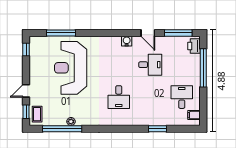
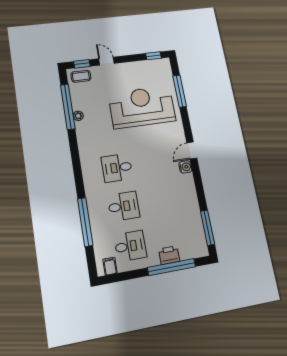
door: (148, 33) -> (192, 151), moved
printer: (194, 46) -> (169, 255), moved
desk: (150, 65) -> (124, 206), moved, turned -90
window: (158, 129) -> (85, 222), width x2.11

